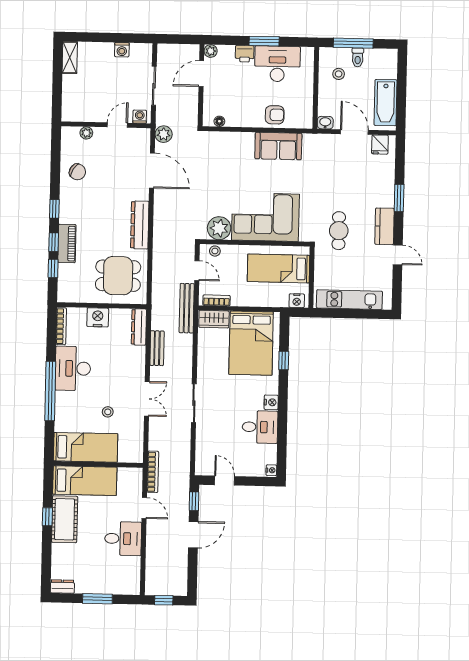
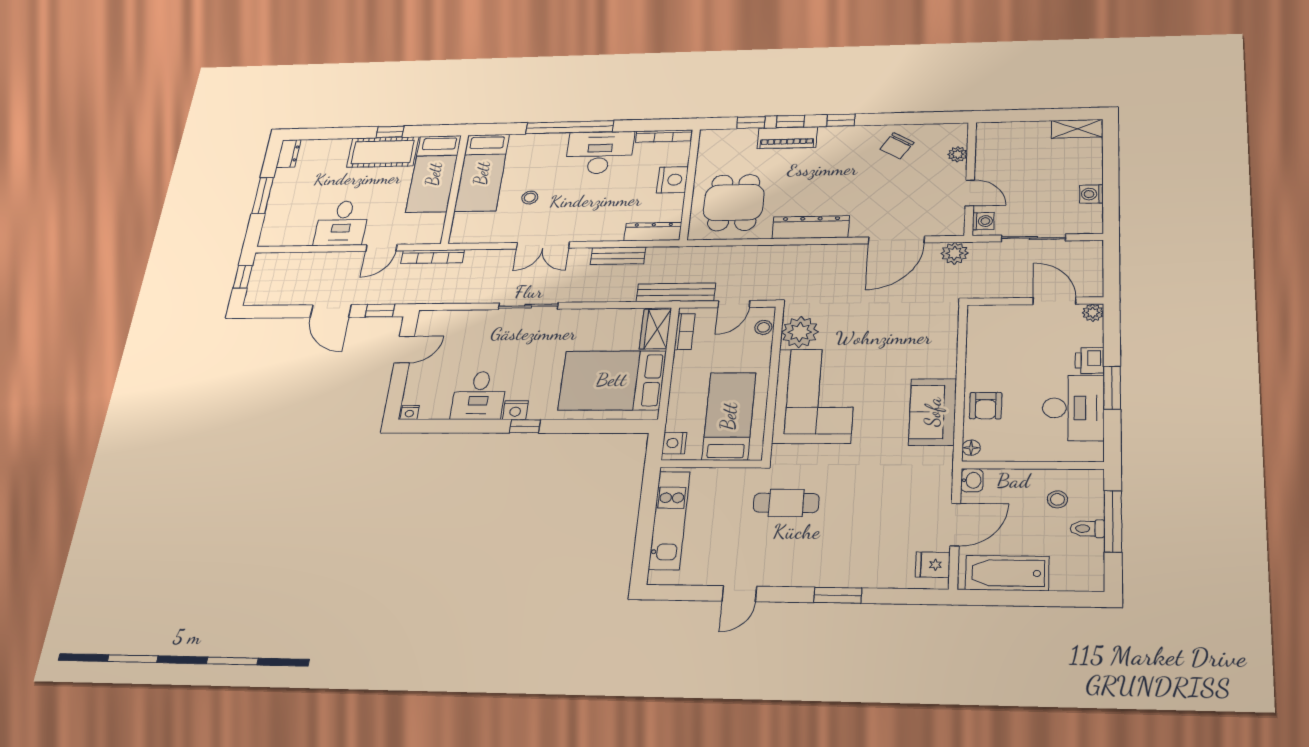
floor lamp: (219, 121) -> (971, 448), moved
kitchen counter: (384, 226) -> (790, 573), removed
window: (284, 361) -> (525, 426), moved

